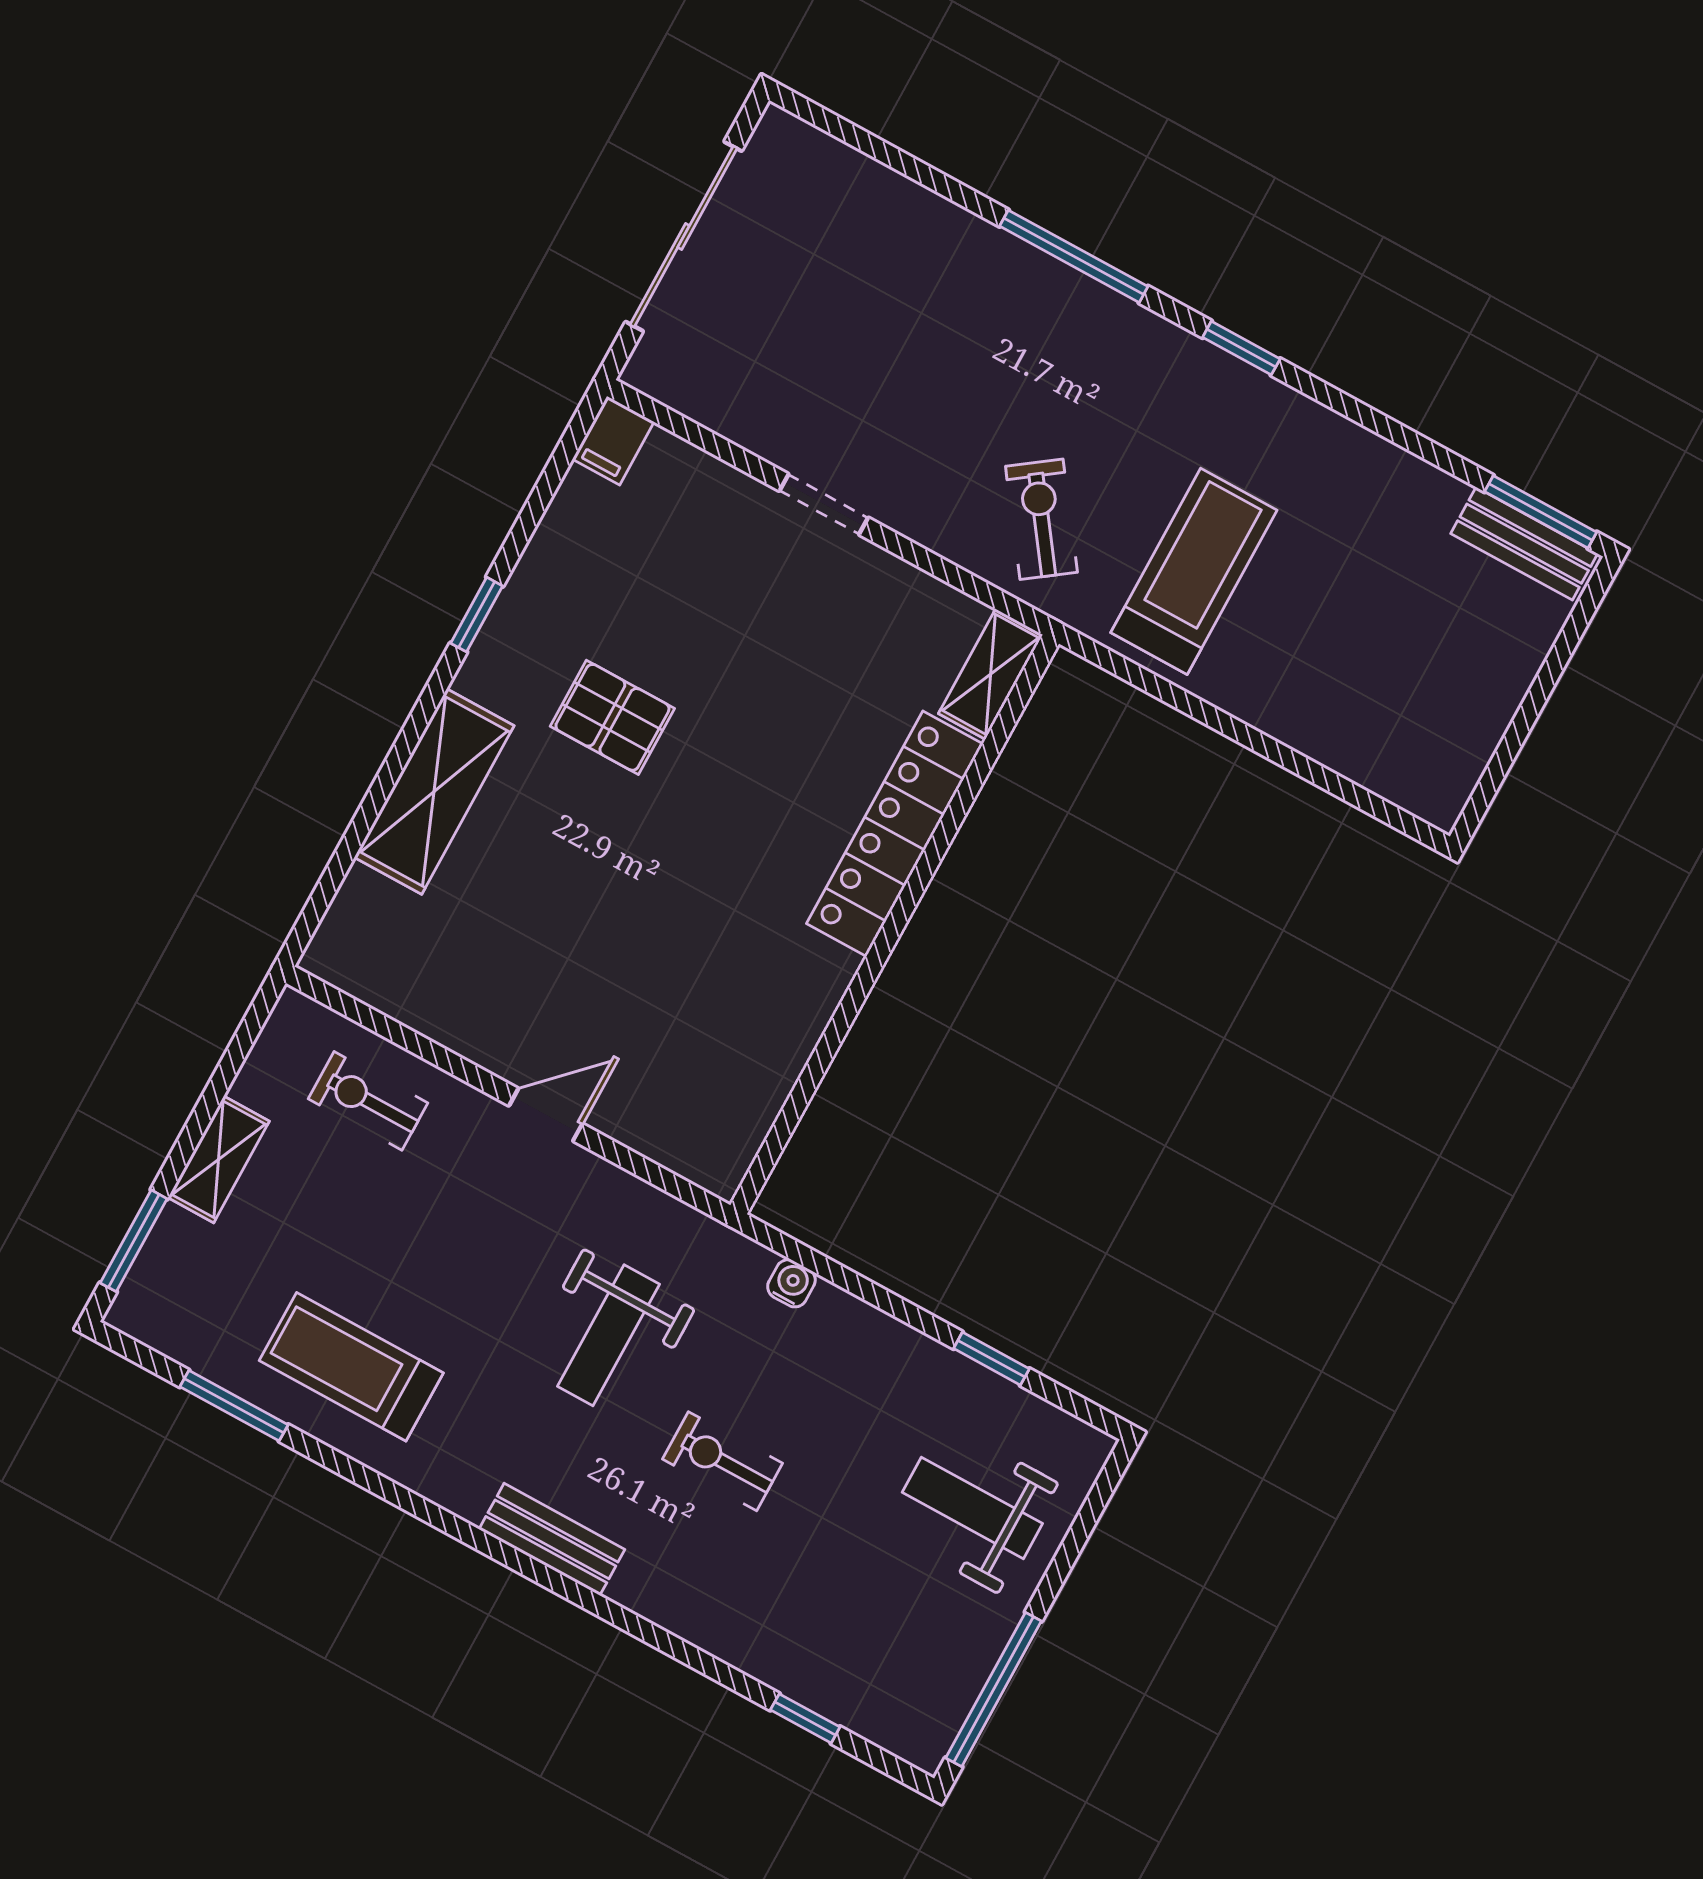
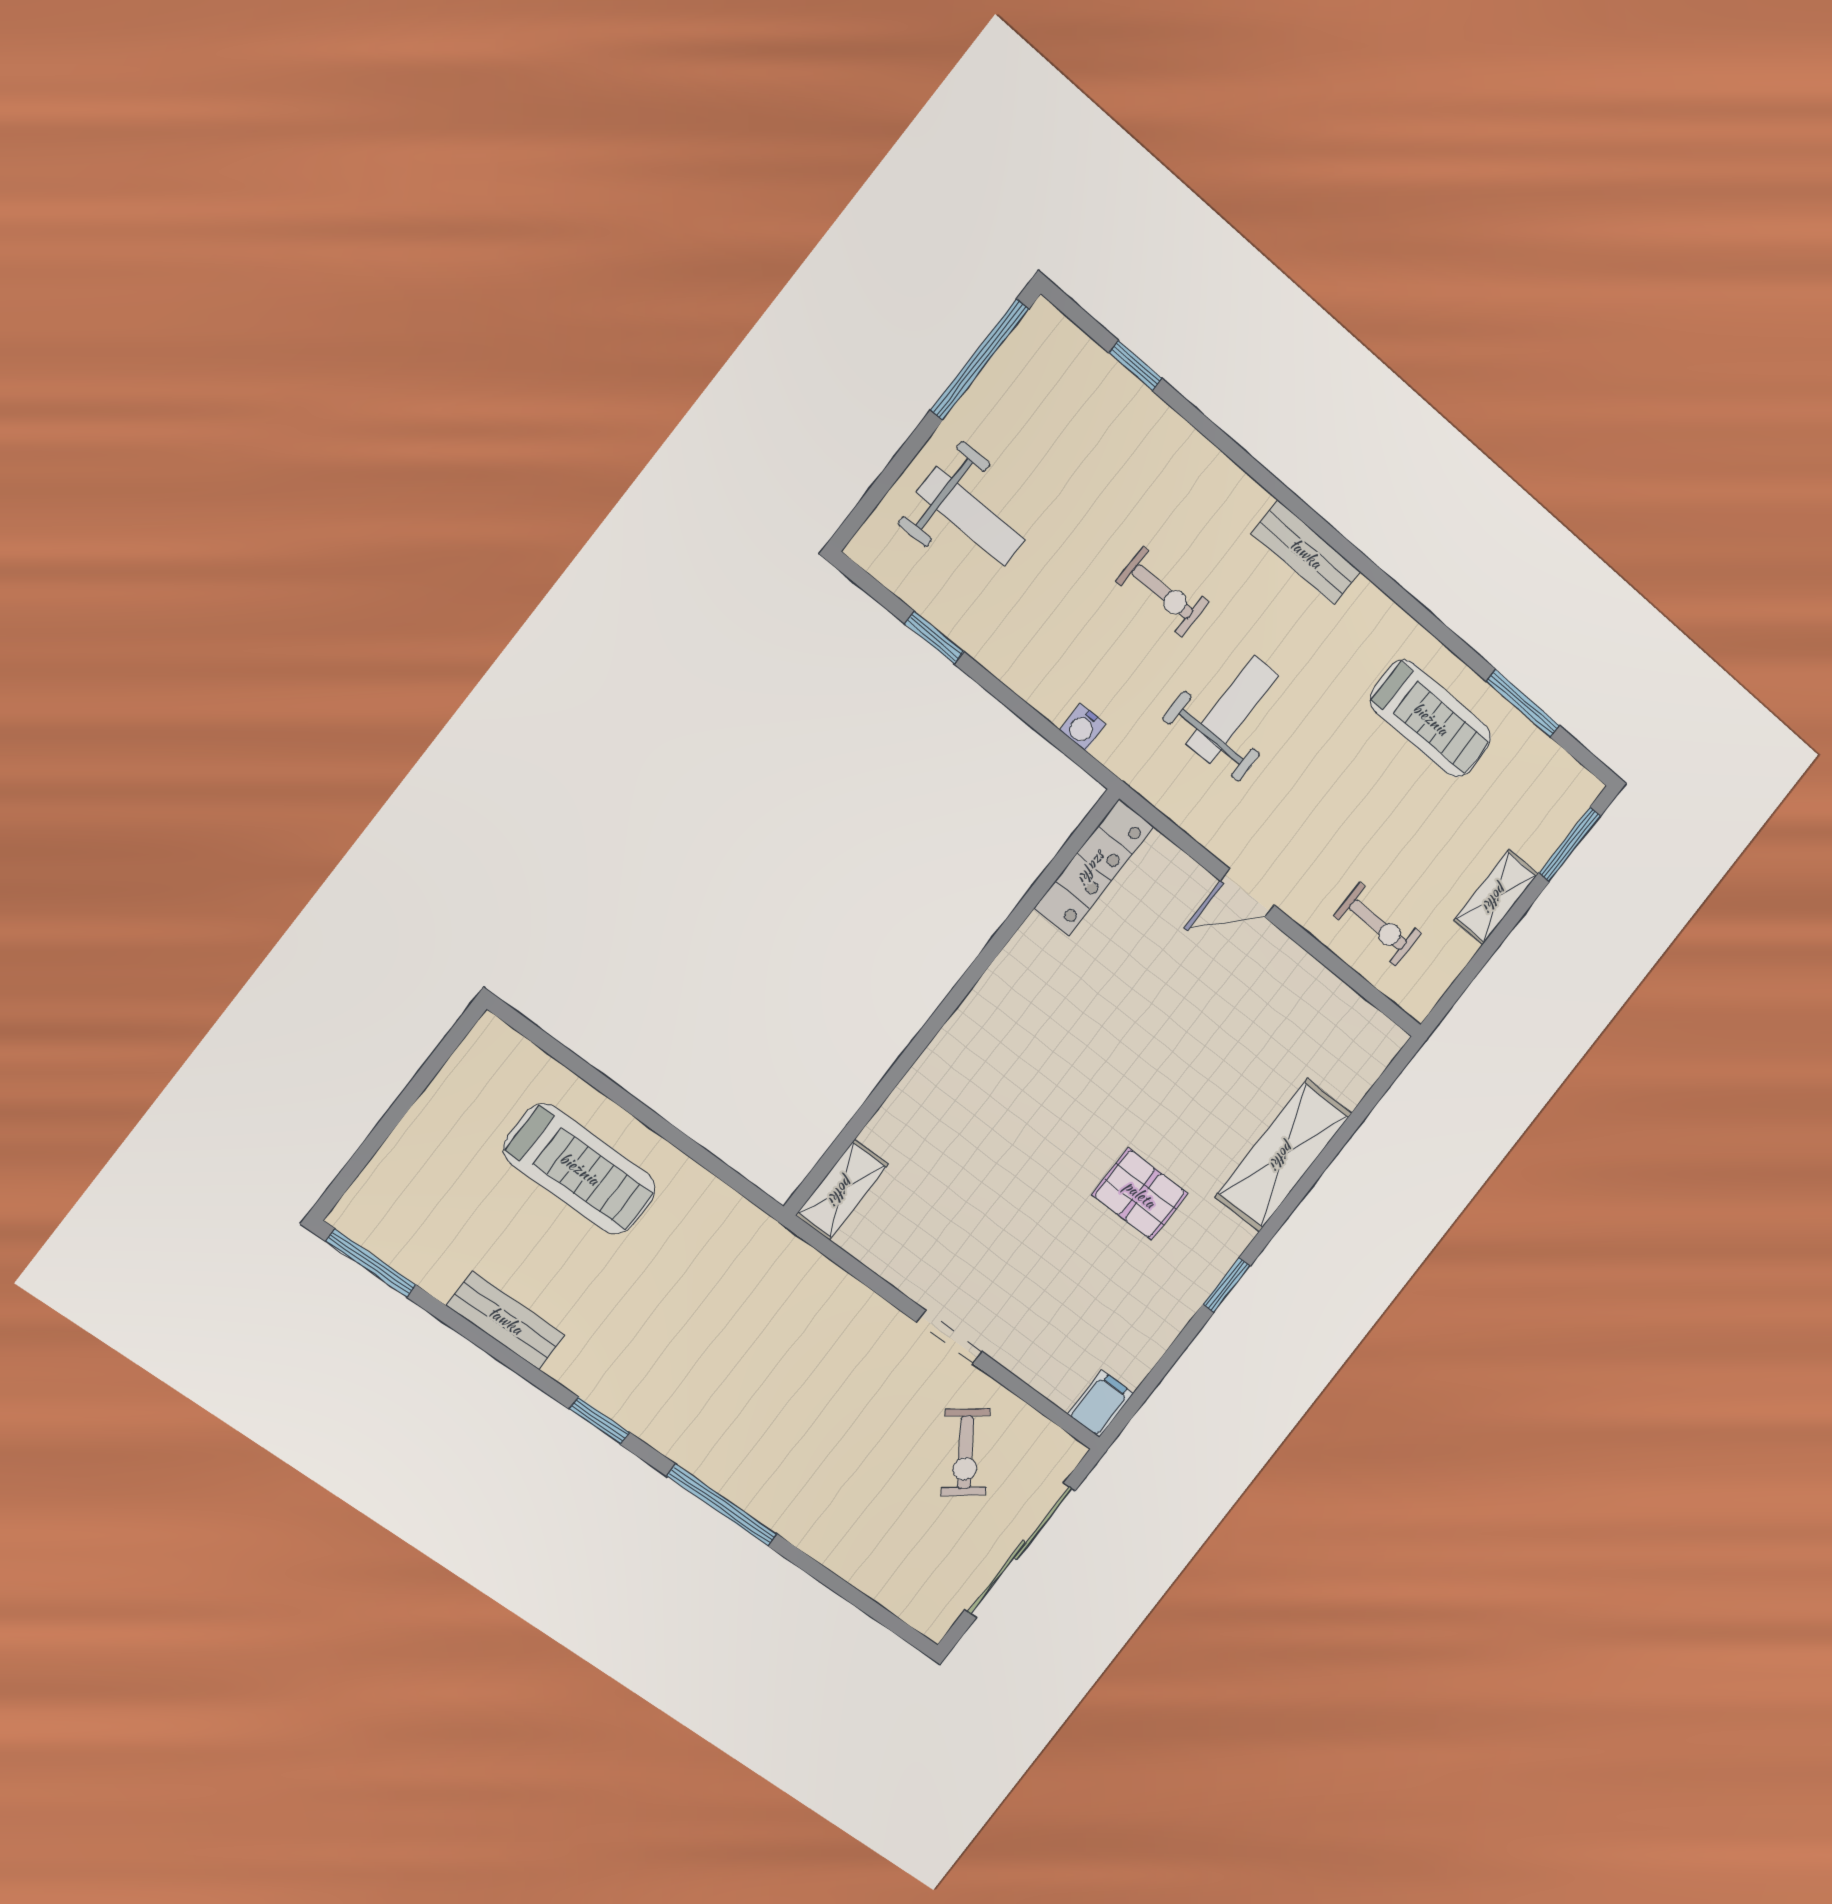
exercise bike: (1041, 519) -> (966, 1452), moved
bench: (1524, 544) -> (506, 1320), moved
treadmill: (1194, 571) -> (580, 1169), moved, turned -90
locker: (895, 834) -> (1094, 867), moved, width x0.71, depth x0.83

